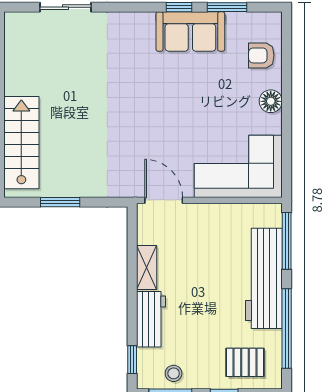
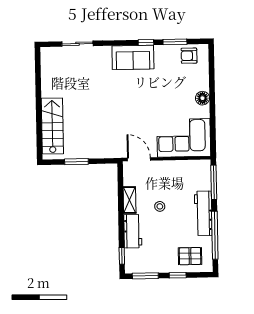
sofa: (190, 32) -> (133, 57), moved
armchair: (261, 55) -> (189, 56), moved
workbench: (264, 278) -> (203, 213), width x0.73, depth x0.76
stool: (174, 373) -> (160, 206), moved

